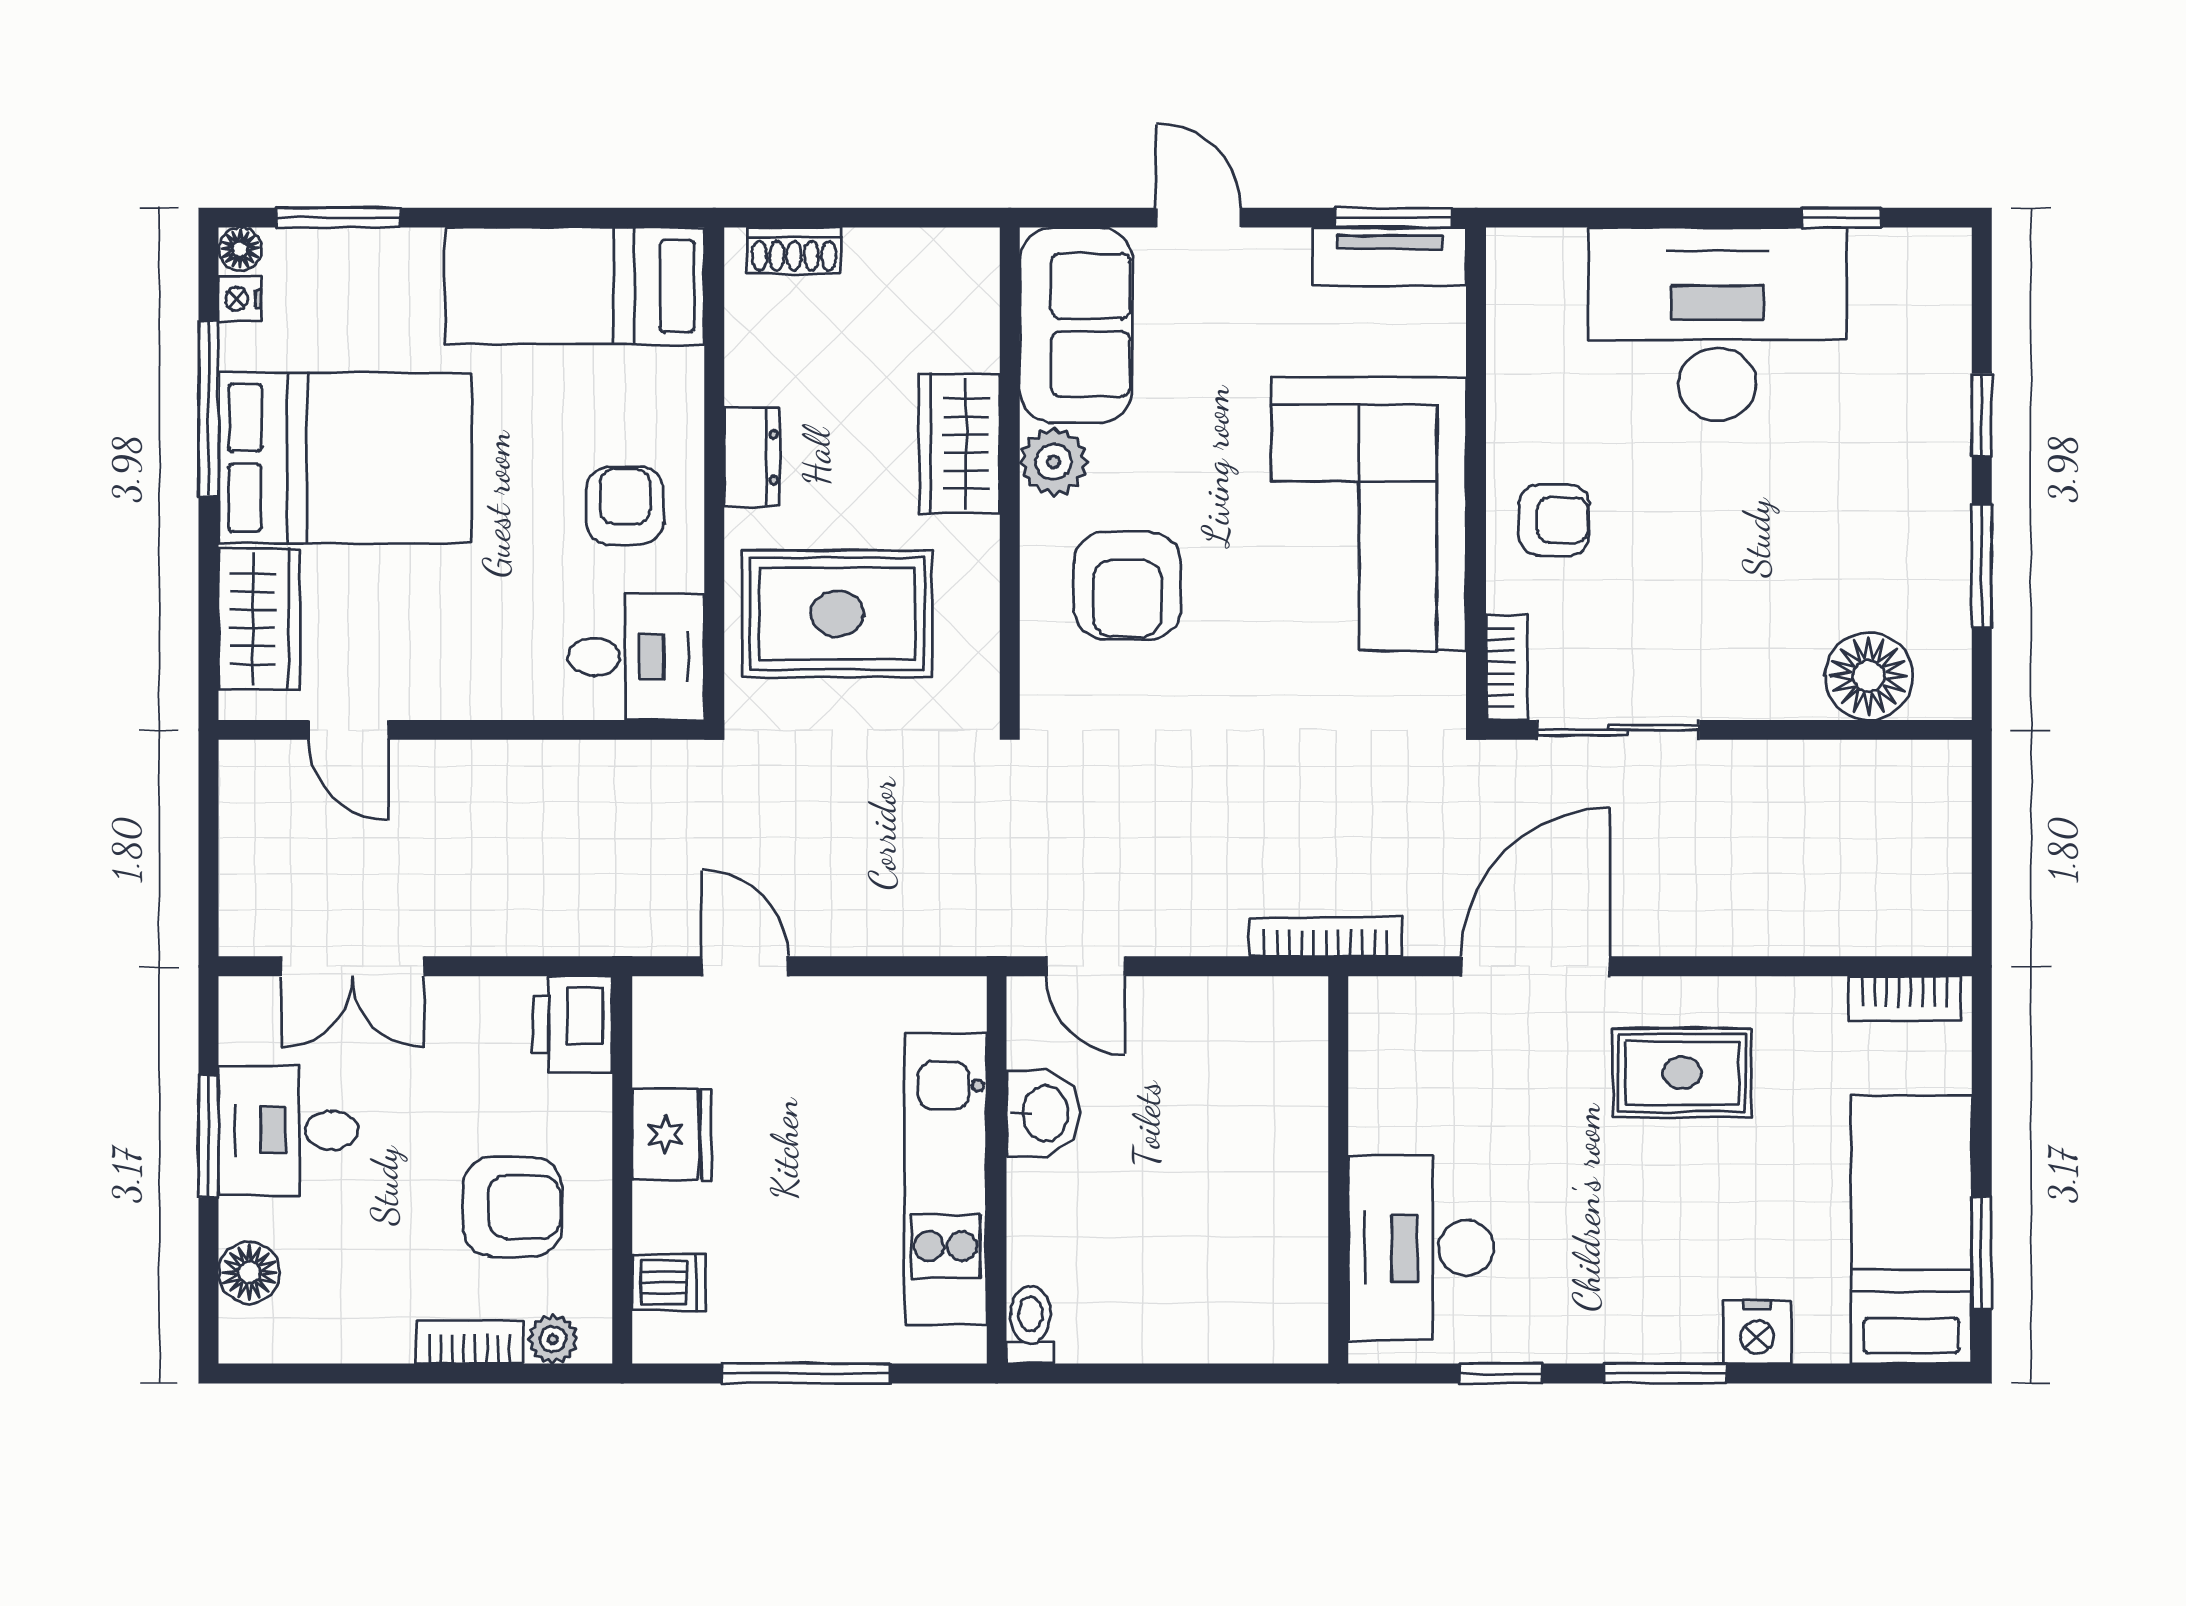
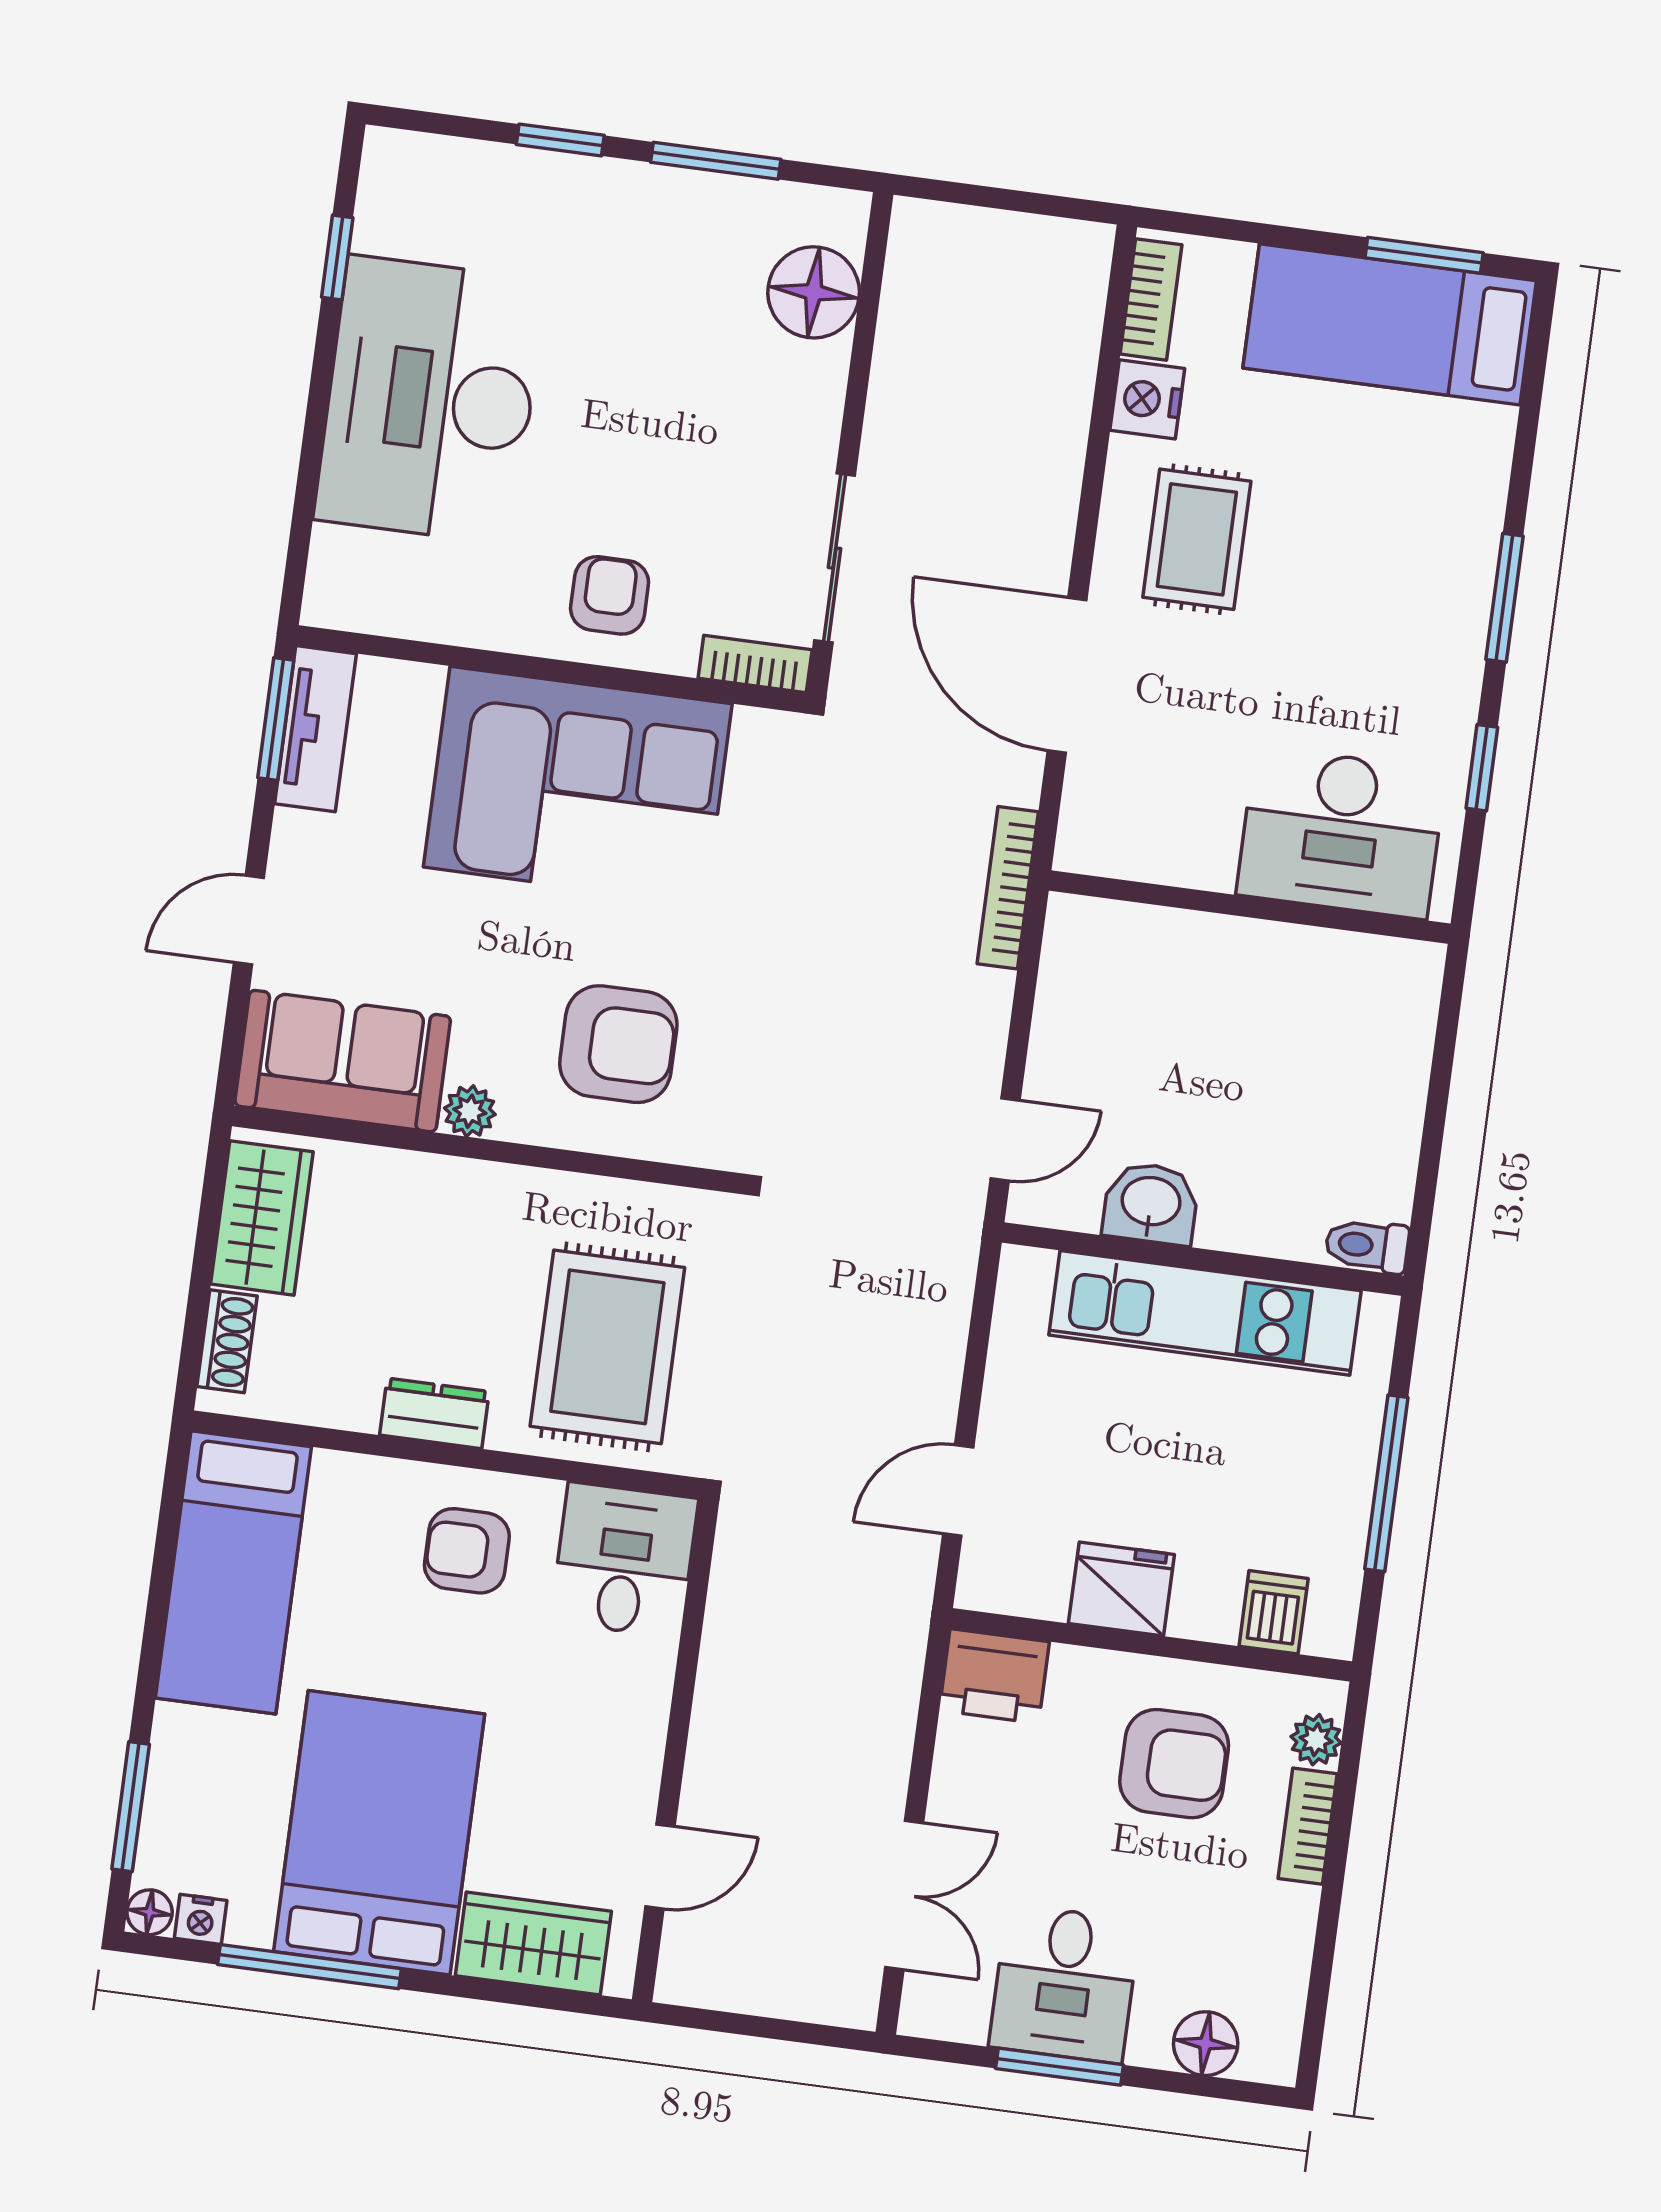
wardrobe: (960, 444) -> (262, 1218), moved, turned -90
plant: (1054, 462) -> (470, 1111), width x0.73, depth x0.73
armchair: (512, 1207) -> (1174, 1764), turned 90
nightstand: (1757, 1332) -> (1147, 399), moved, turned 180

